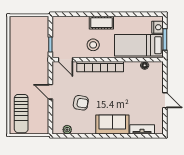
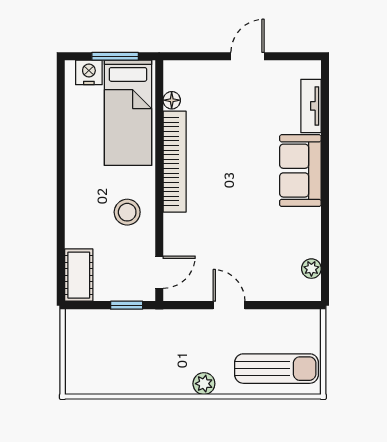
cot: (101, 23) -> (79, 275), moved
bookcase: (100, 67) -> (175, 162), moved
plant: (14, 80) -> (204, 384), added
door: (50, 92) -> (229, 305), swing flipped
armchair: (81, 103) -> (253, 239), removed

